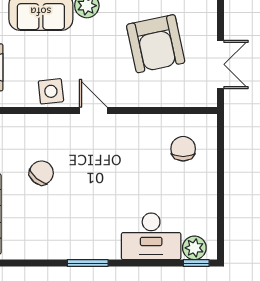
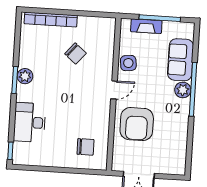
armchair: (156, 44) -> (137, 124), moved, turned -78
plant: (194, 248) -> (25, 76), moved

